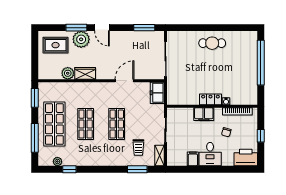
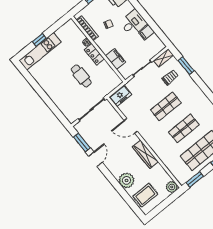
window: (76, 28) -> (121, 191), removed
door: (102, 28) -> (95, 159), moved
cafe table: (212, 43) -> (81, 76), moved
rug: (56, 45) -> (145, 195), turned 90
kitchen unit: (251, 55) -> (40, 51), added
window: (261, 63) -> (39, 40), width x0.32
plant: (68, 73) -> (172, 187), moved
wardrobe: (85, 73) -> (145, 154), width x1.50
filing cabinet: (204, 114) -> (116, 59), moved

